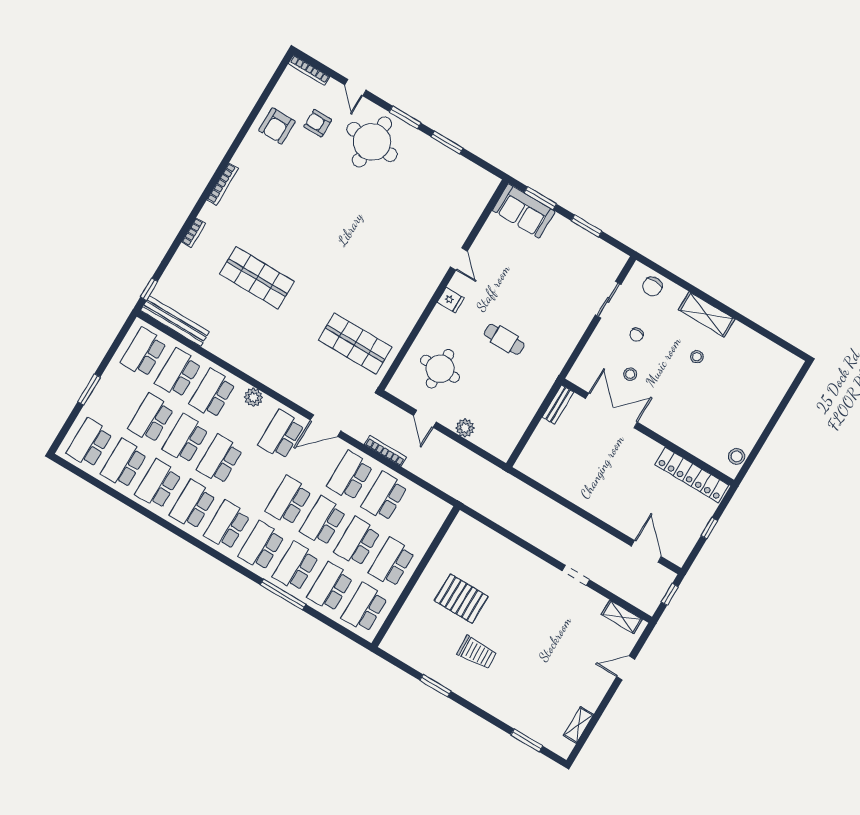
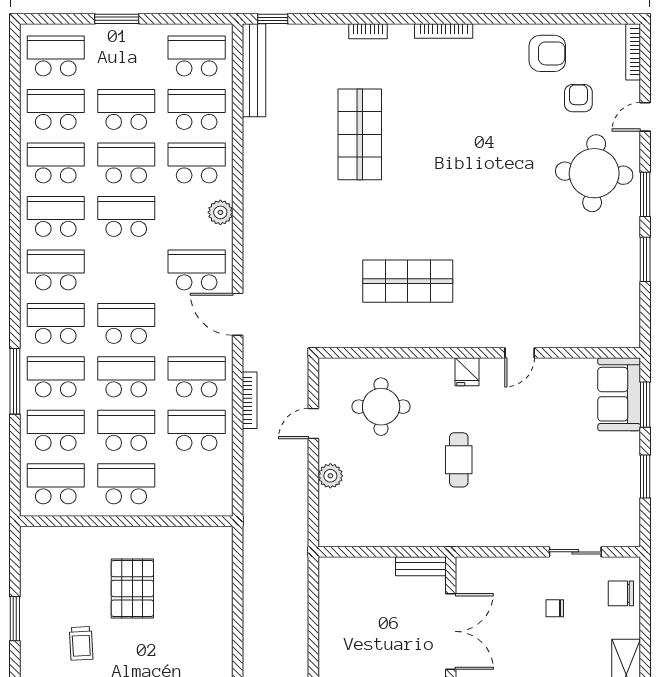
armchair: (277, 126) -> (547, 53), turned 180
shop shelf: (355, 344) -> (408, 281), moved, turned 90
stool: (630, 374) -> (505, 628), removed
trolley: (477, 653) -> (81, 643), width x0.73, depth x0.72

